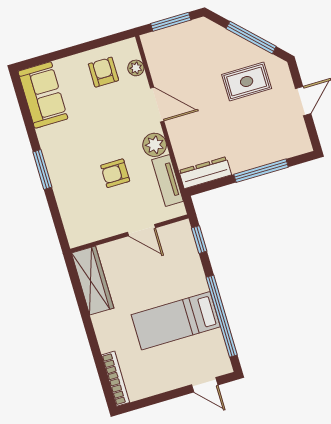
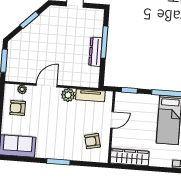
window: (251, 38) -> (29, 20), width x0.69
rug: (247, 81) -> (52, 31), removed
armchair: (115, 173) -> (93, 141), moved, turned 77
dresser: (205, 173) -> (95, 52), moved

